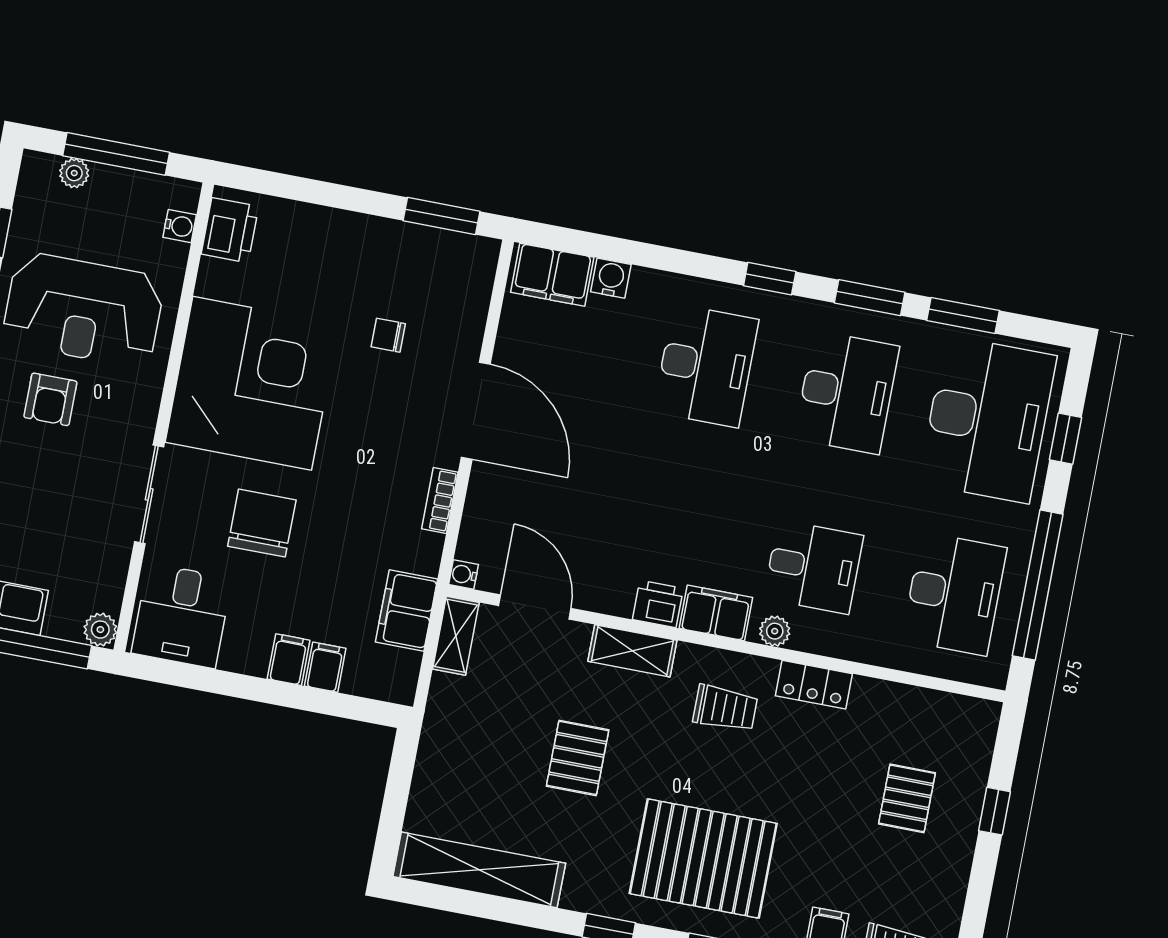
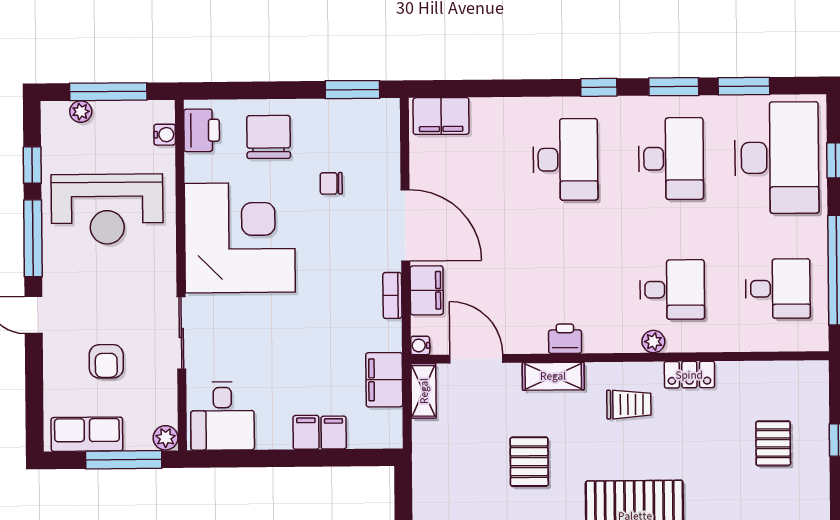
water cooler: (611, 278) -> (484, 110), removed
armchair: (50, 399) -> (106, 361), moved
chair: (262, 523) -> (269, 137), moved
desk: (954, 594) -> (778, 289), width x0.73
filing cabinet: (716, 613) -> (427, 290), moved, turned 90

